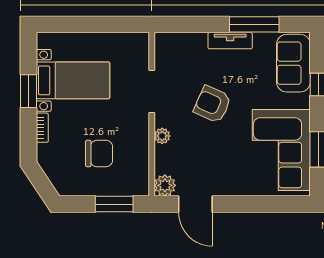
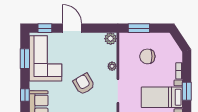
armchair: (212, 104) -> (84, 84), turned -144
door: (195, 204) -> (72, 28), moved
window: (282, 204) -> (45, 28), added

